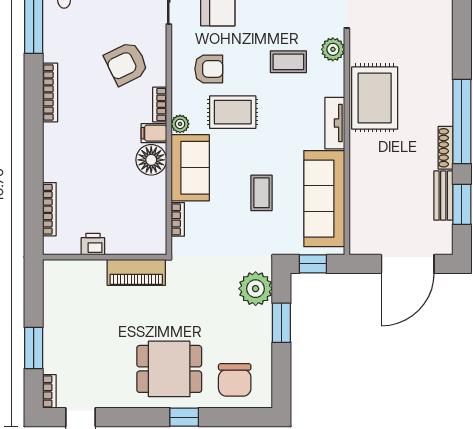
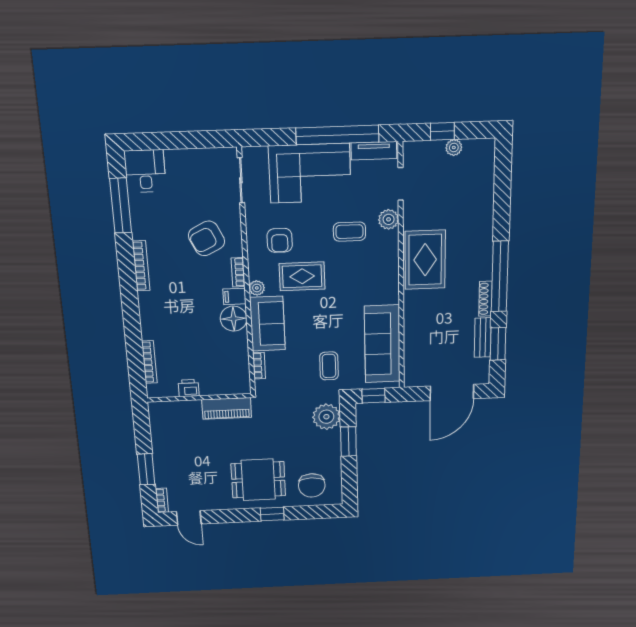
armchair: (209, 69) -> (280, 240), turned 90
tv unit: (335, 123) -> (391, 282), removed
coffee table: (262, 193) -> (329, 366), moved

